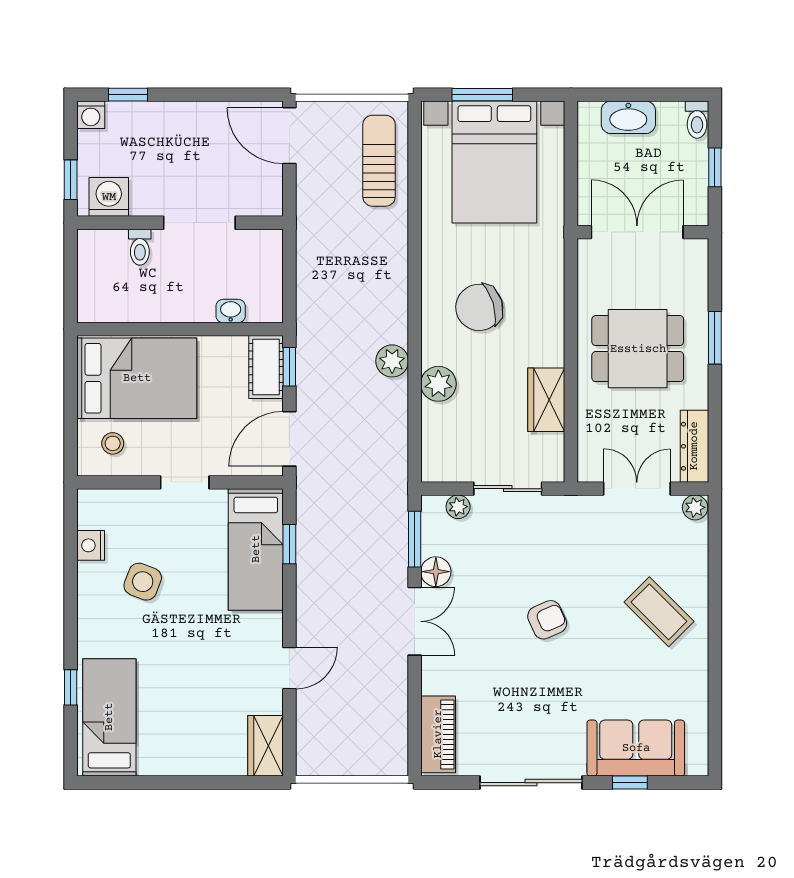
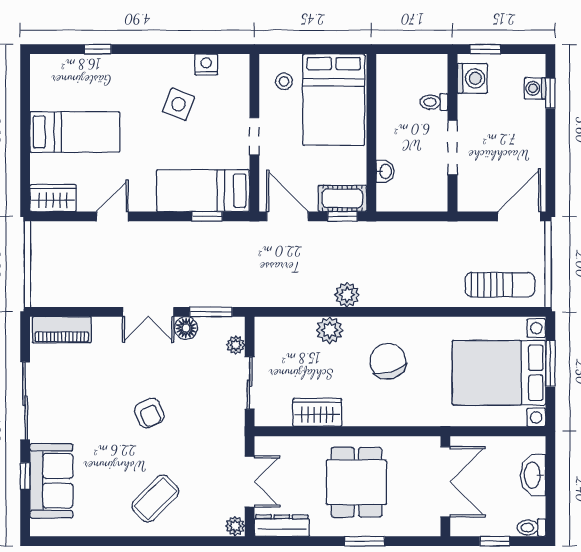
washing machine: (91, 115) -> (535, 88), moved
door: (289, 668) -> (112, 216), swing flipped
bed: (109, 717) -> (75, 132), moved

